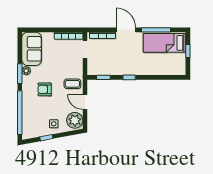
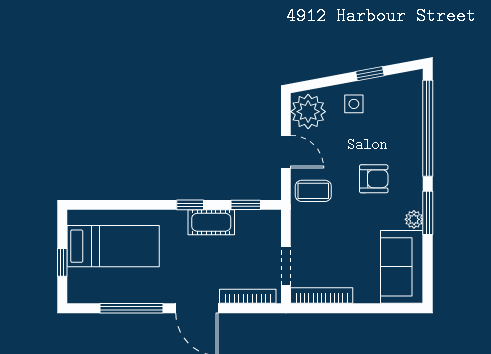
bed: (164, 43) -> (113, 246), moved
cot: (119, 69) -> (211, 222), added

